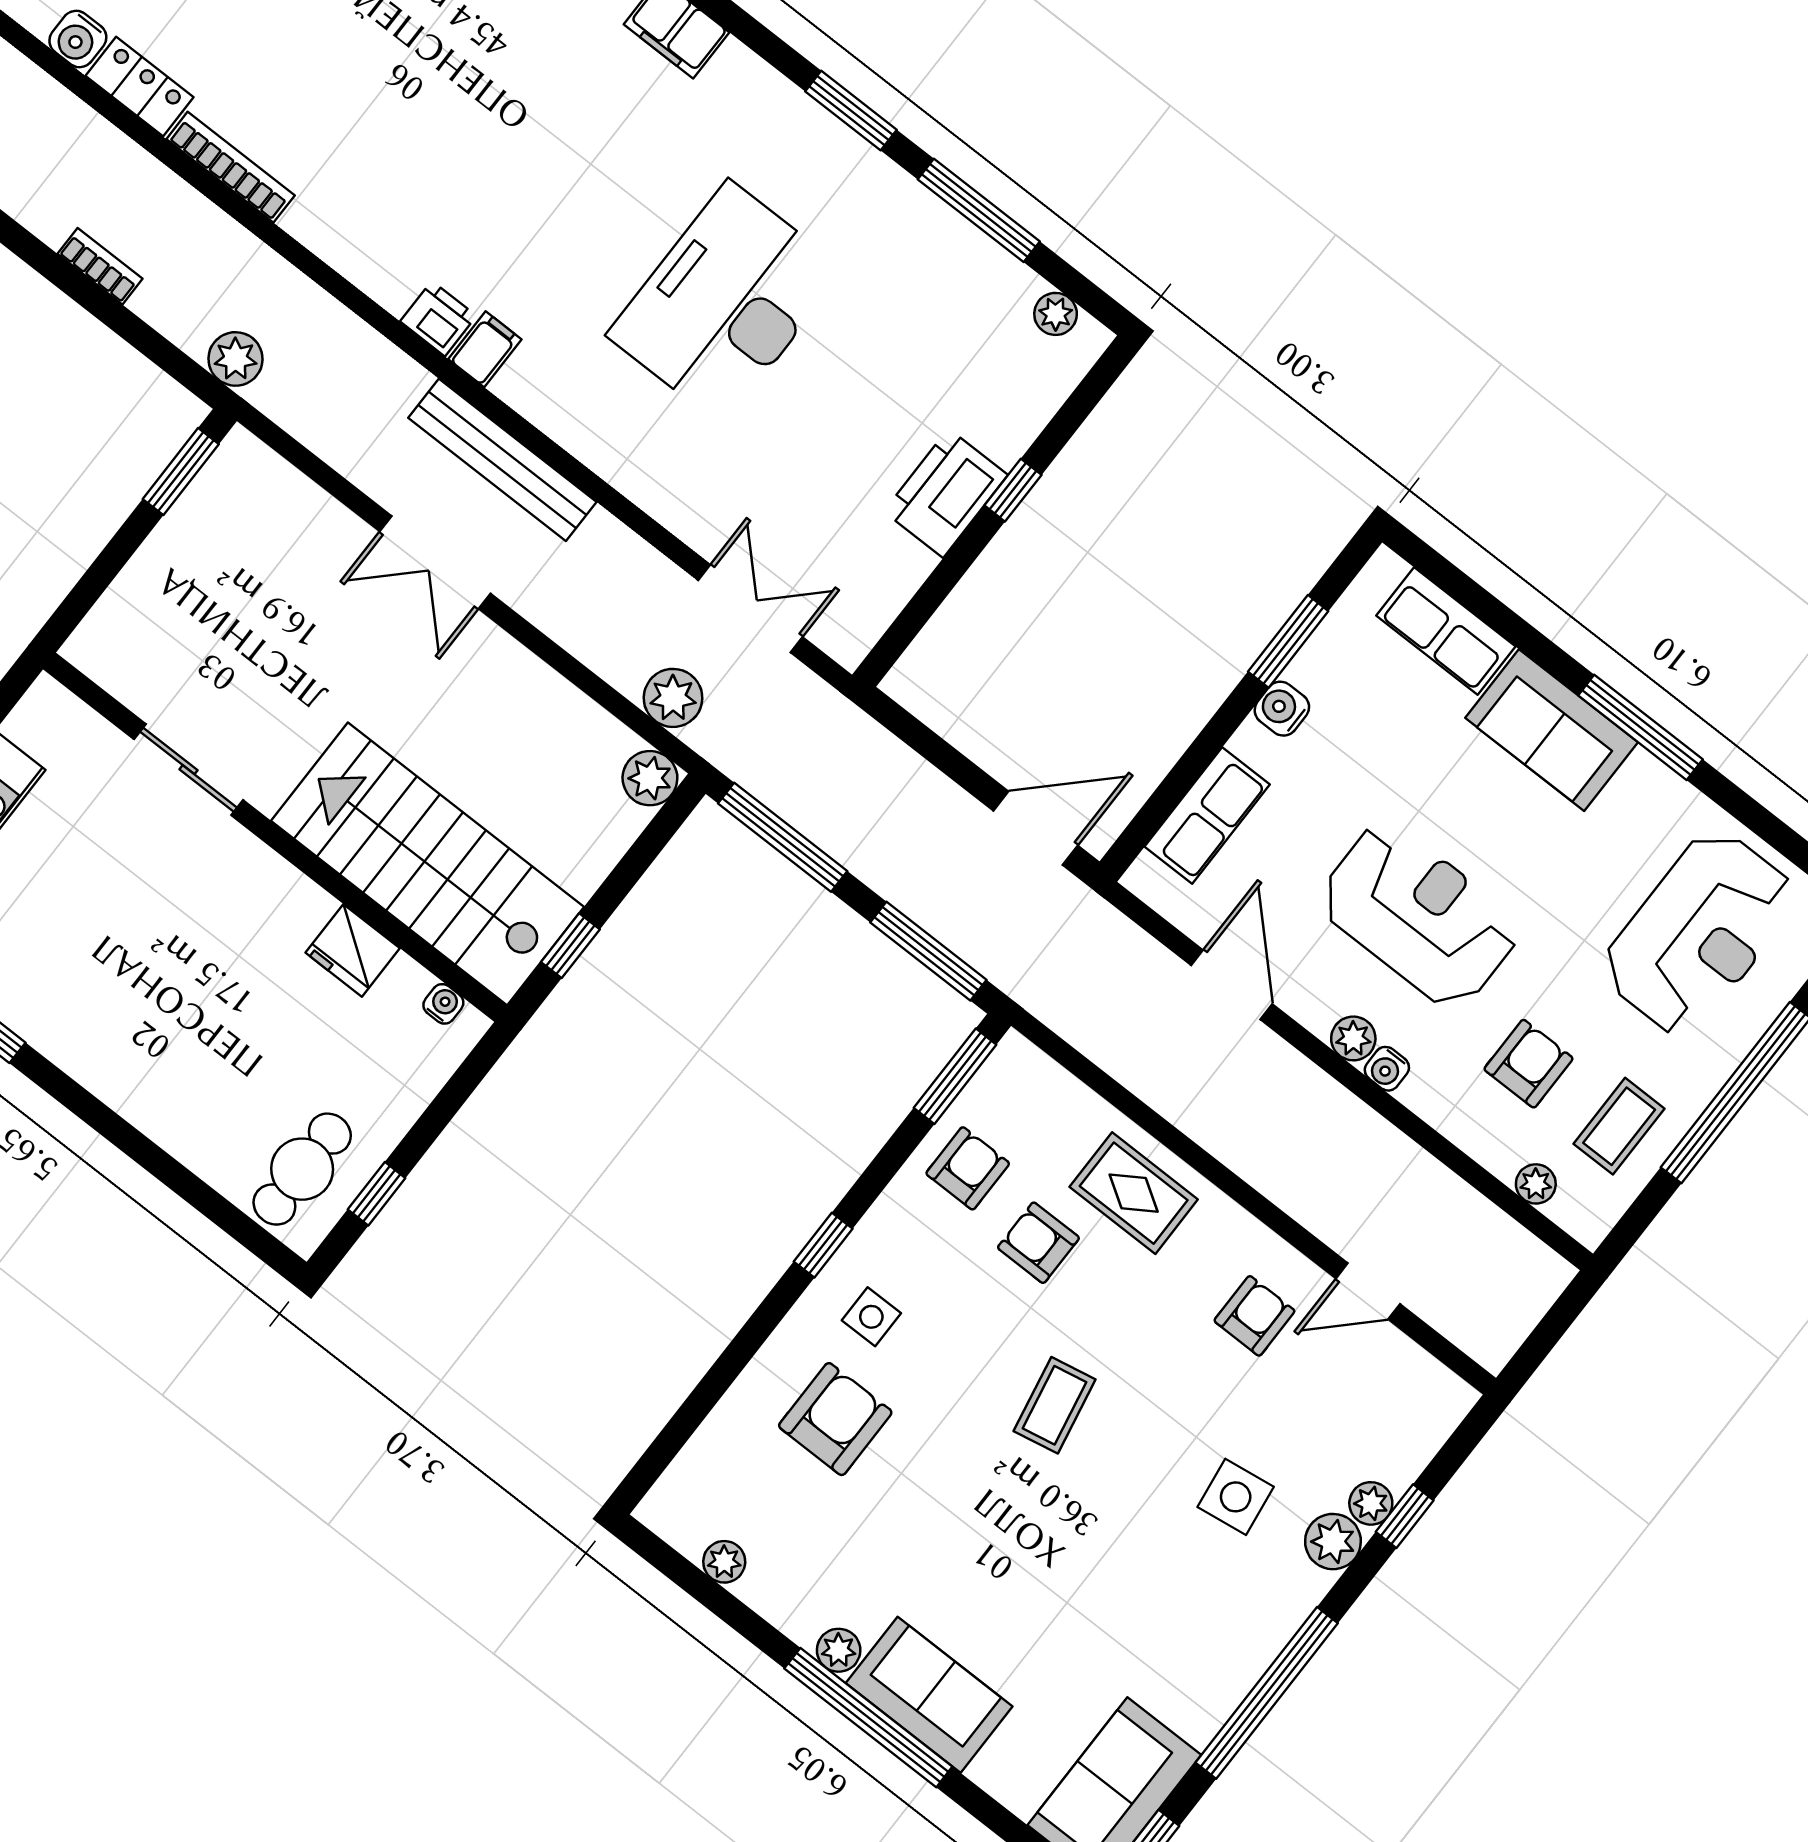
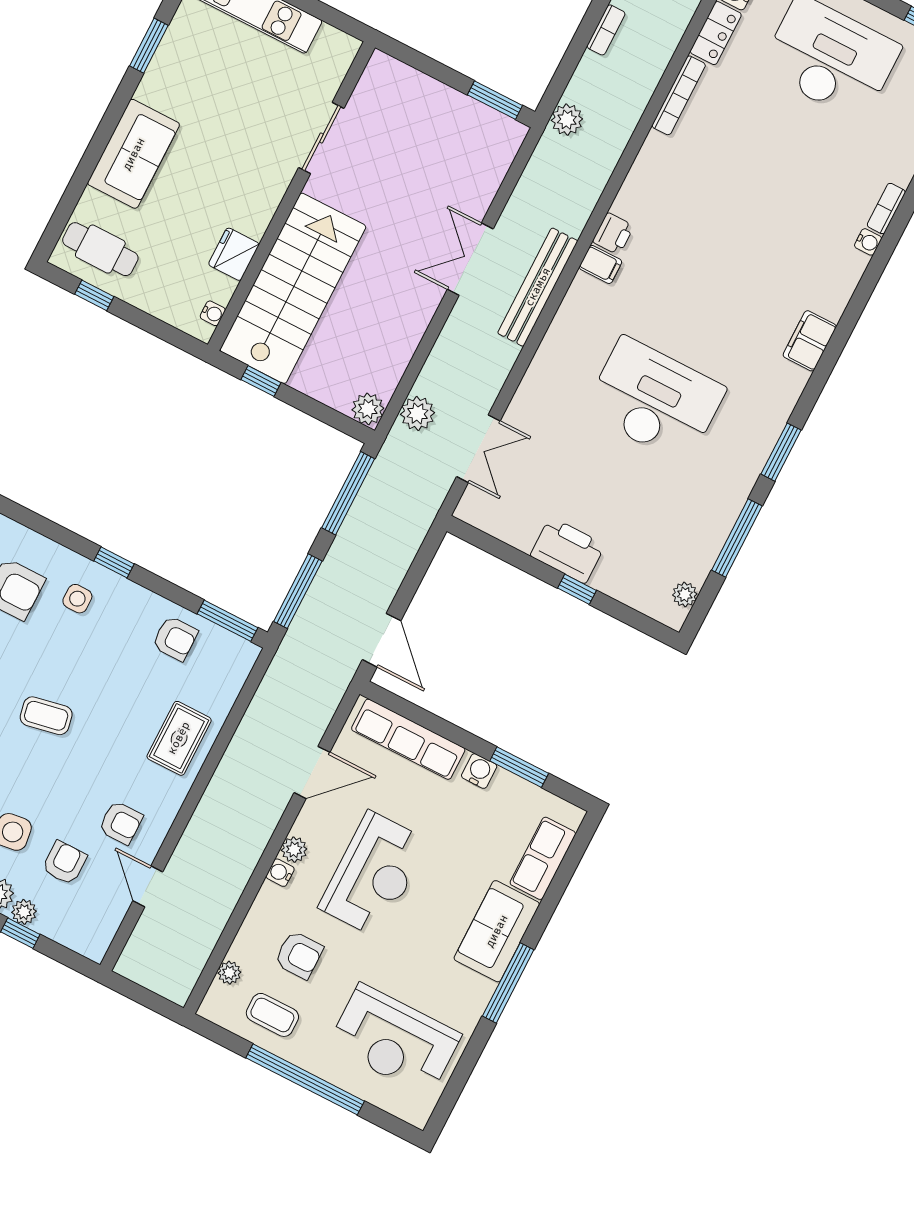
row of seats: (1207, 816) -> (408, 739), width x1.48
sofa: (155, 1084) -> (134, 154), added
armchair: (1038, 1243) -> (65, 863), moved

